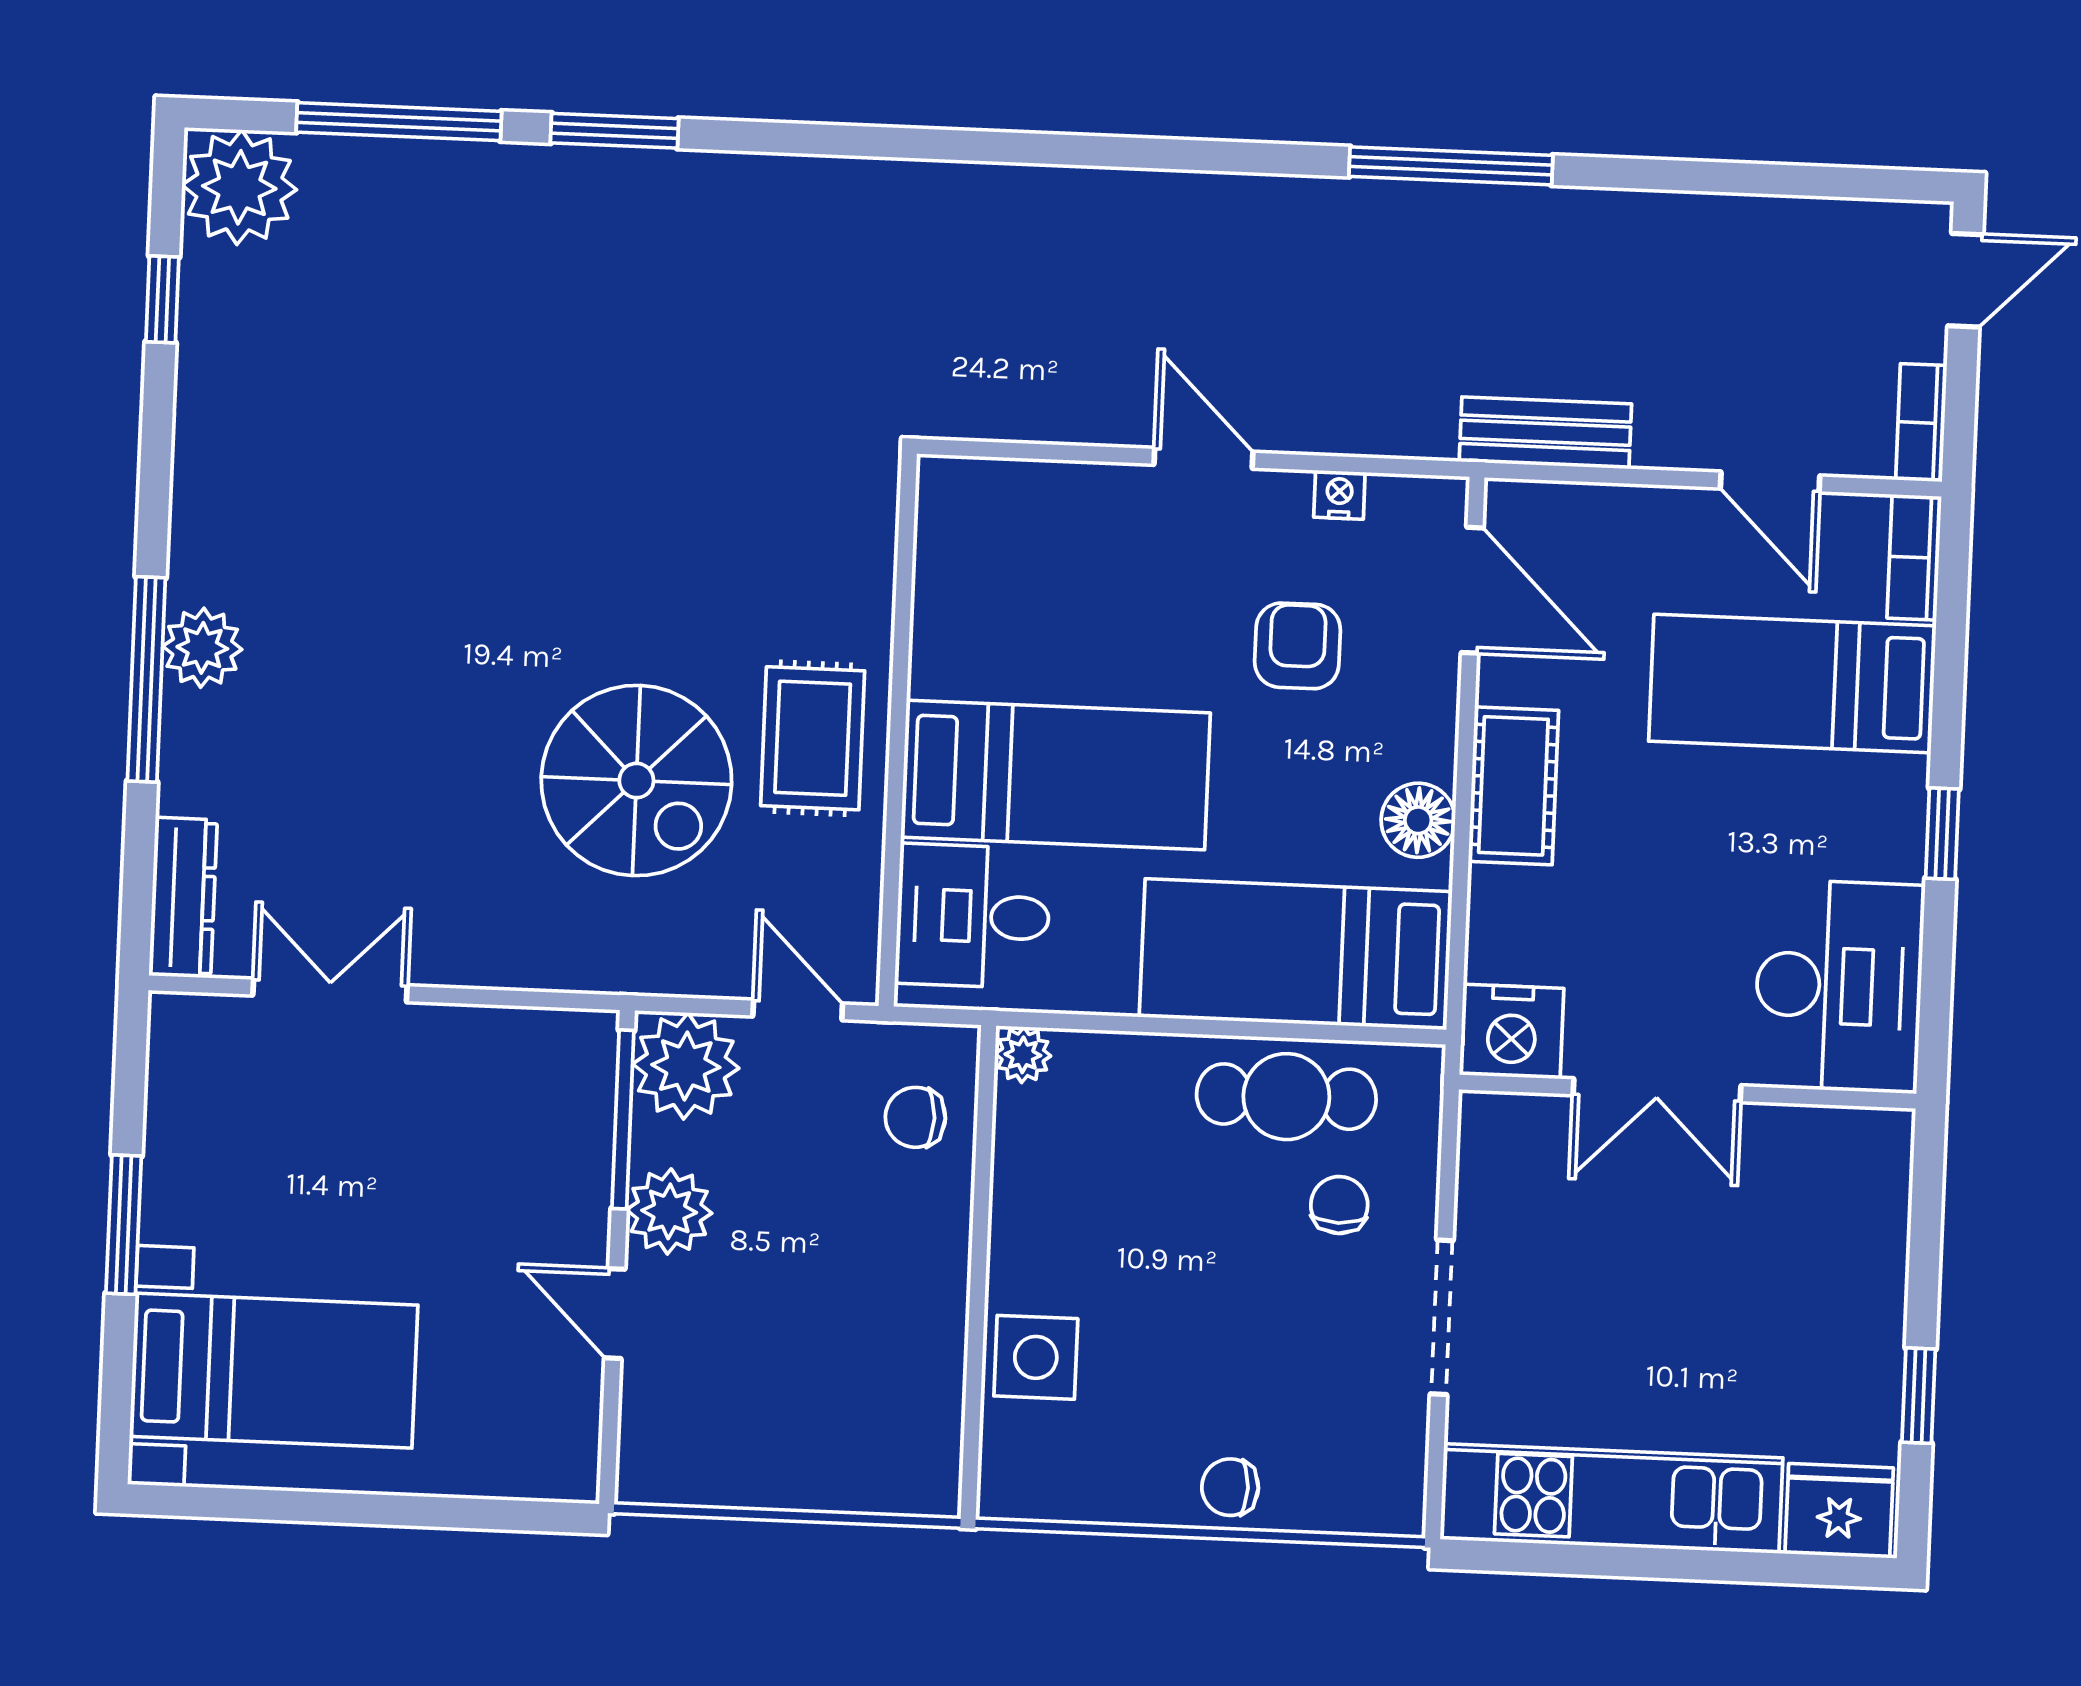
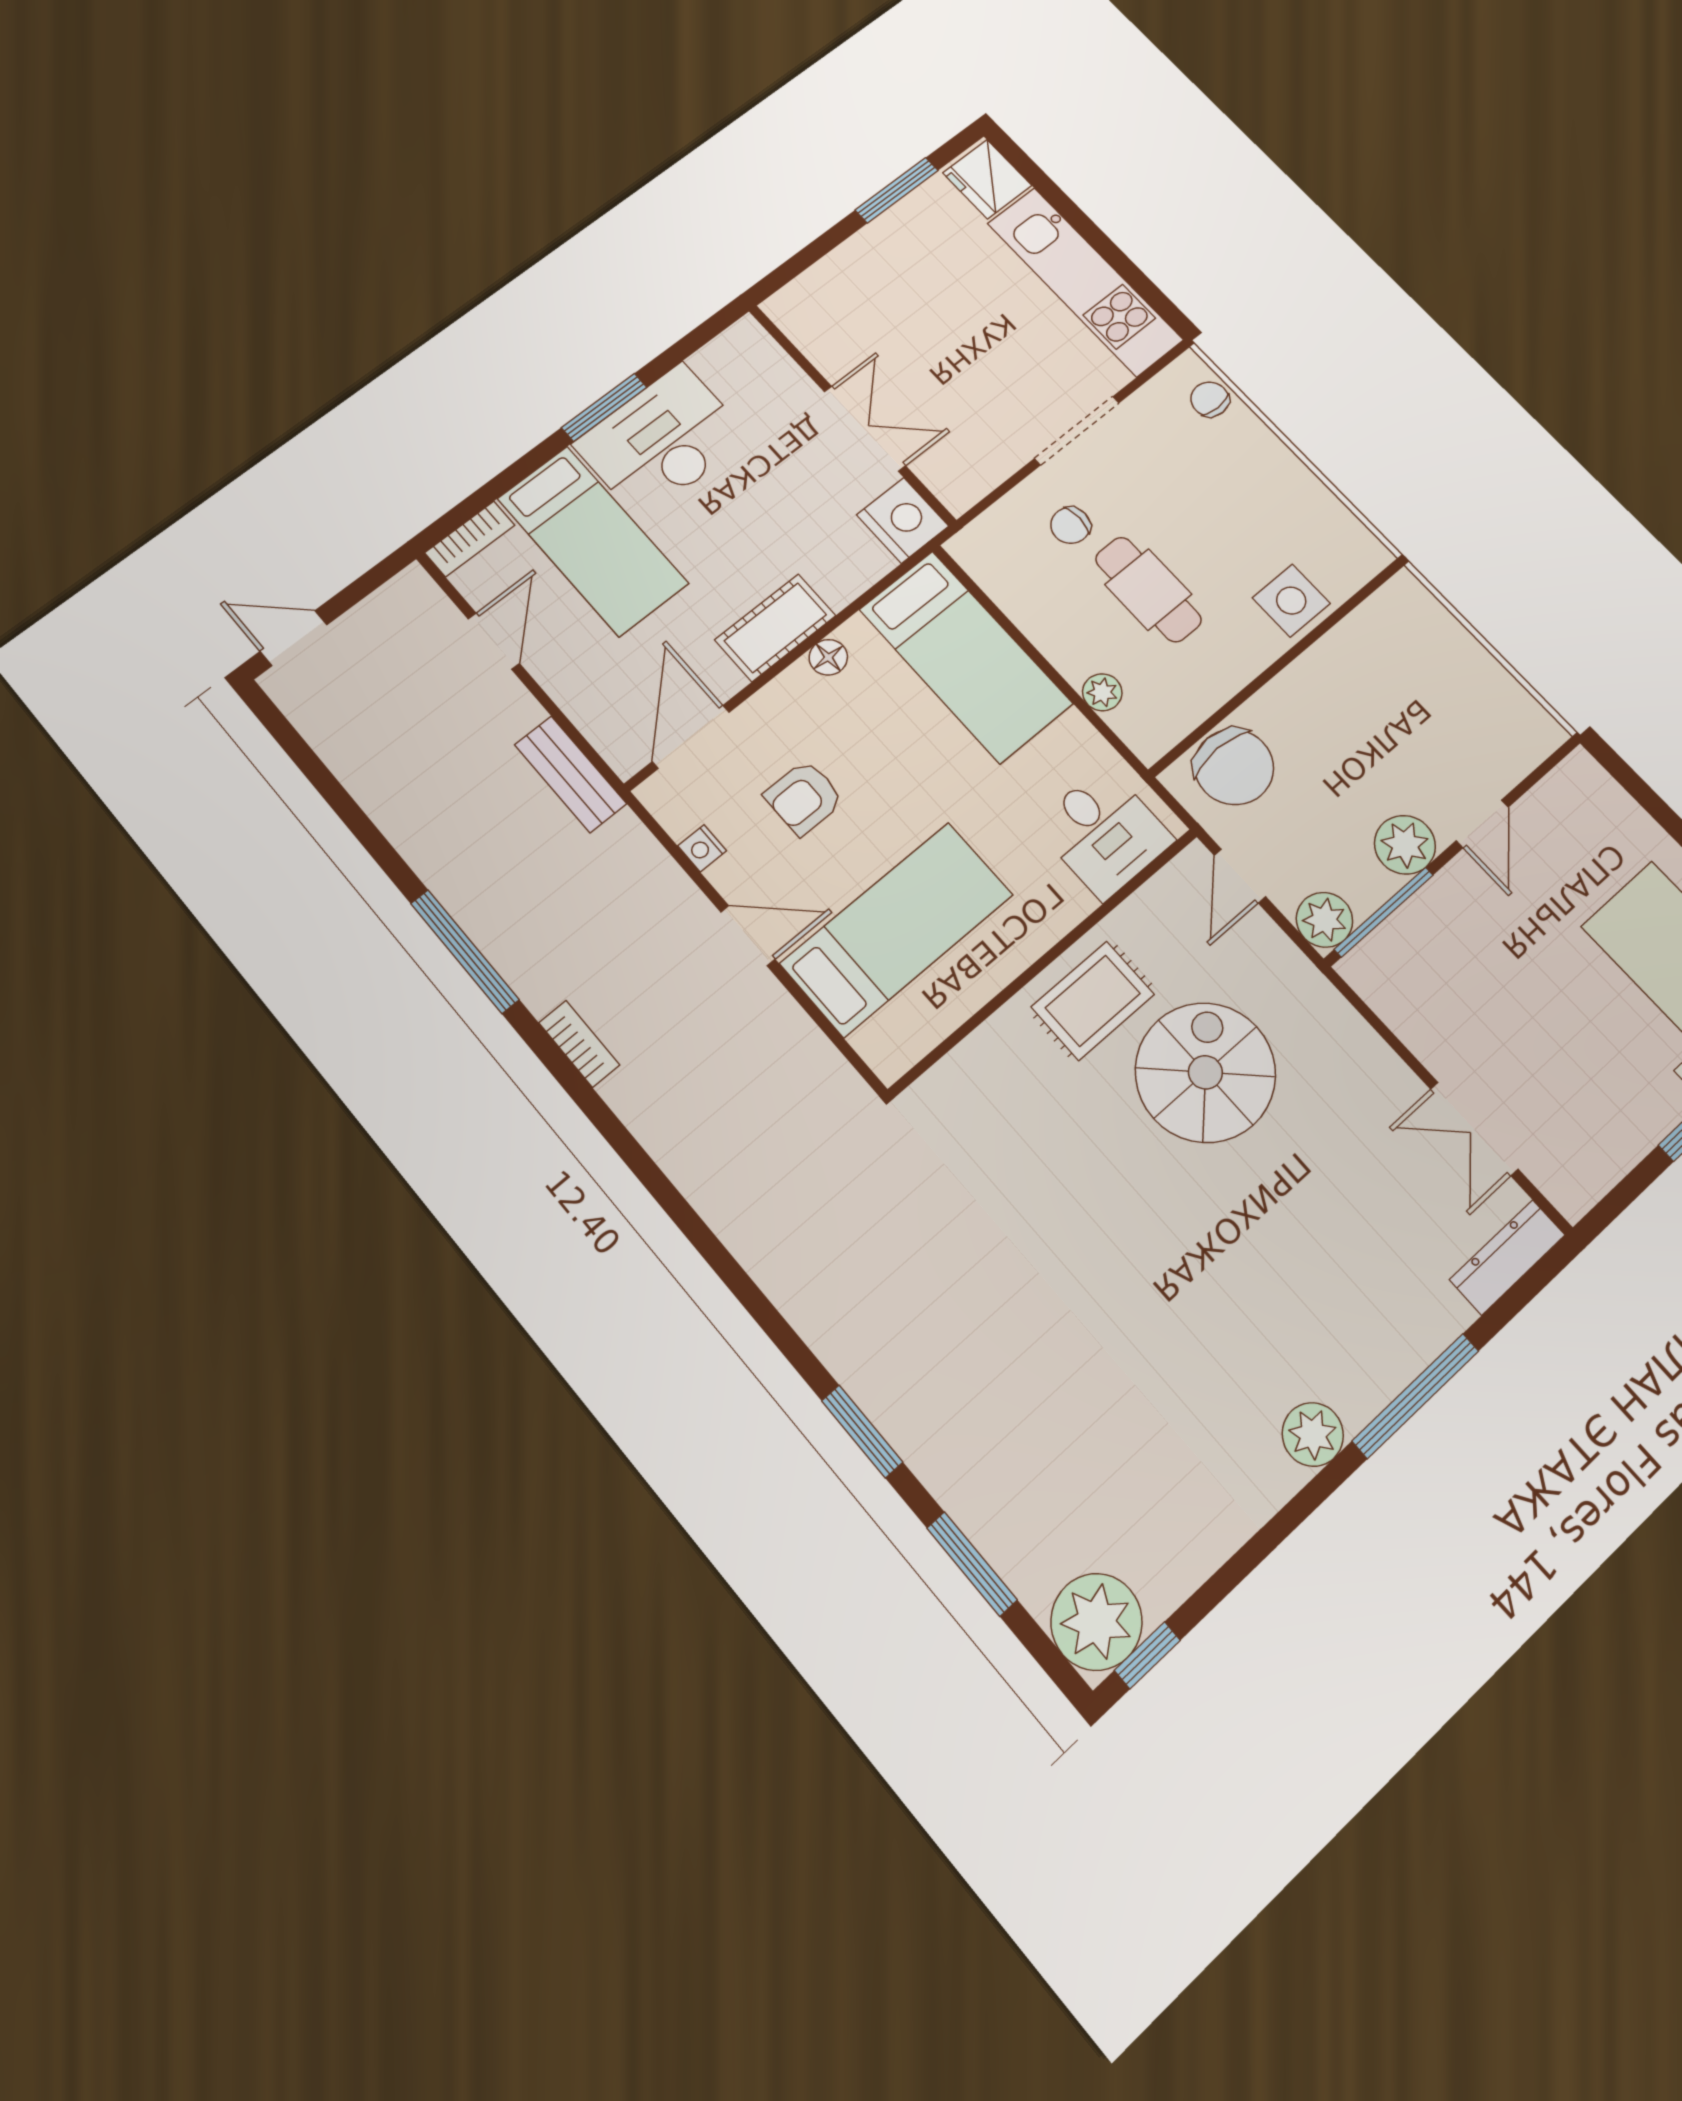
window: (399, 122) -> (972, 1564), width x0.69
window: (162, 299) -> (1147, 1655), moved
bookcase: (1921, 423) -> (579, 1044), moved, turned -90
door: (1203, 458) -> (748, 936), swing flipped
plant: (202, 648) -> (1313, 1434), moved
bed: (1056, 775) -> (897, 929), moved, turned 90
floor lamp: (1418, 820) -> (828, 657), width x0.73, depth x0.73
window: (1942, 834) -> (604, 407), width x1.50
desk: (1839, 986) -> (662, 441), moved
plant: (1023, 1055) -> (1102, 692), moved
plant: (686, 1066) -> (1324, 920), width x0.73, depth x0.73
cafe table: (1286, 1097) -> (1148, 589), moved
chair: (915, 1117) -> (1234, 767), width x1.87, depth x1.87
window: (1919, 1396) -> (897, 190), width x1.50
chair: (1230, 1487) -> (1210, 399), moved, turned 180

